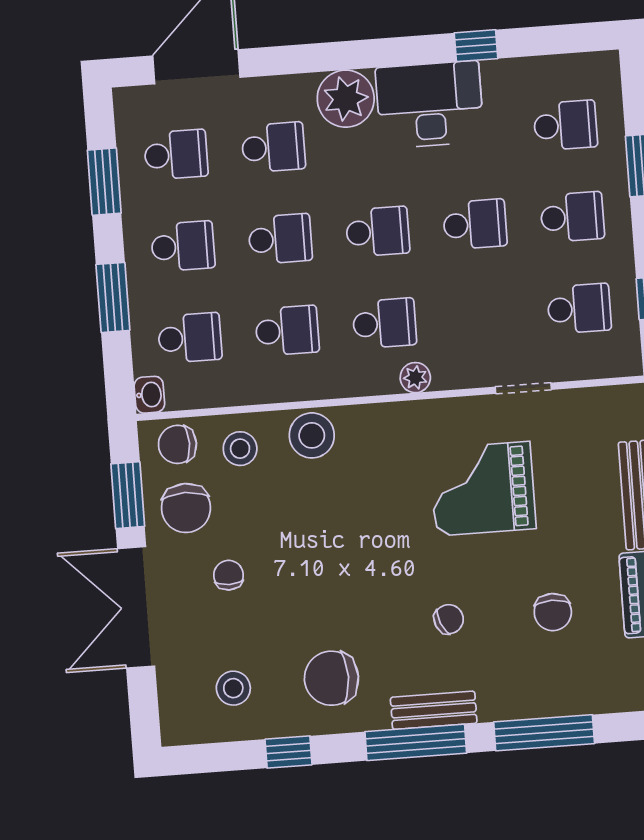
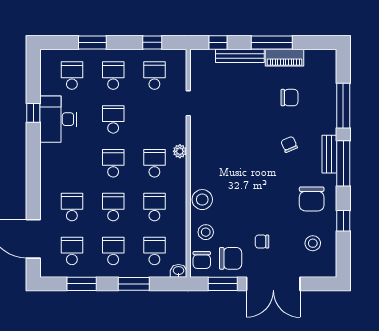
plant: (346, 99) -> (53, 173), removed
desk: (430, 105) -> (58, 119), moved
grand piano: (483, 489) -> (232, 125), removed

